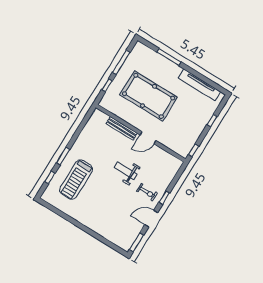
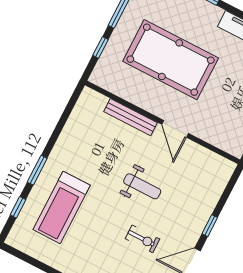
door: (148, 138) -> (175, 129), hinge flipped
weight bench: (126, 171) -> (142, 186), turned 180
exercise bike: (147, 192) -> (142, 239), moved

